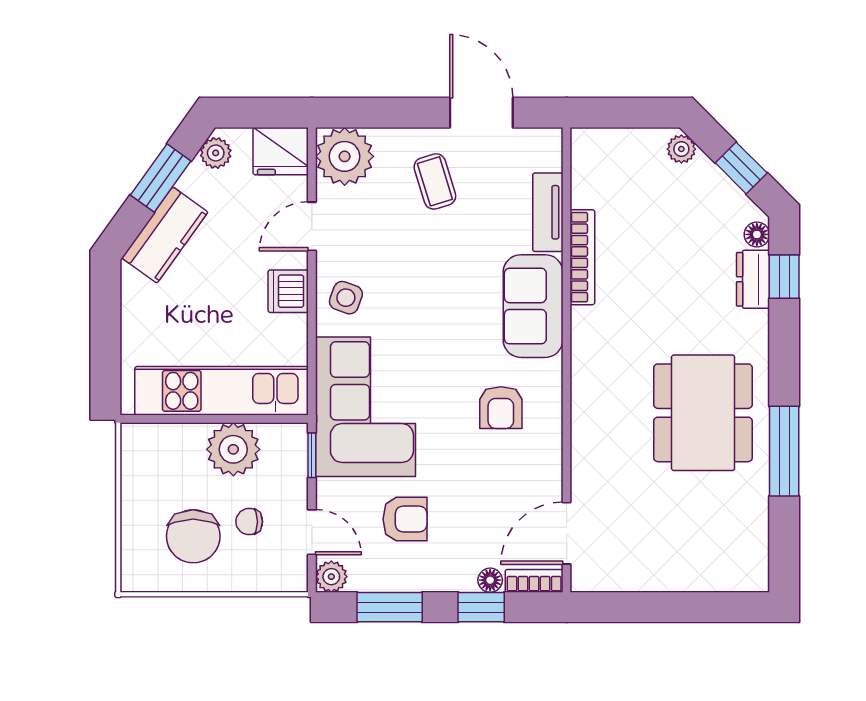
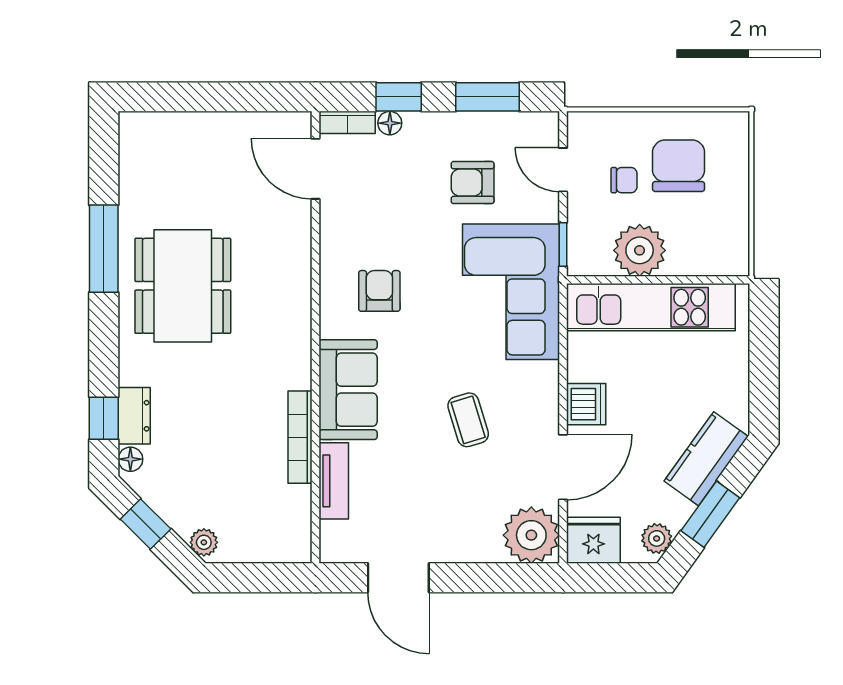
coffee table: (435, 181) -> (468, 420), moved
door: (312, 226) -> (563, 467), width x1.38
side table: (346, 298) -> (530, 398), removed
door: (567, 533) -> (316, 169), swing flipped
plant: (331, 577) -> (544, 127), removed

